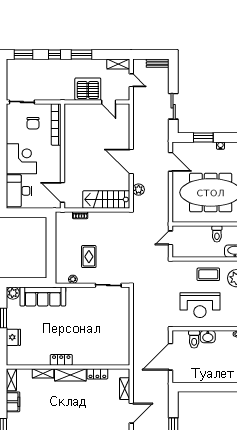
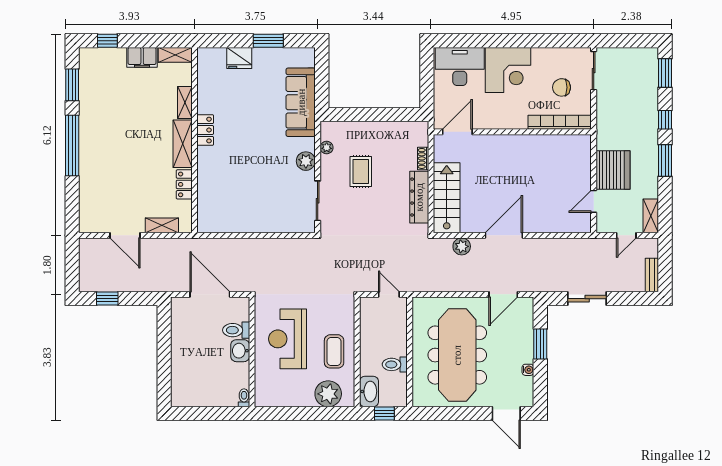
dresser: (106, 218) -> (419, 197), added
rug: (89, 257) -> (361, 172), turned 90
plant: (13, 293) -> (306, 161), moved

